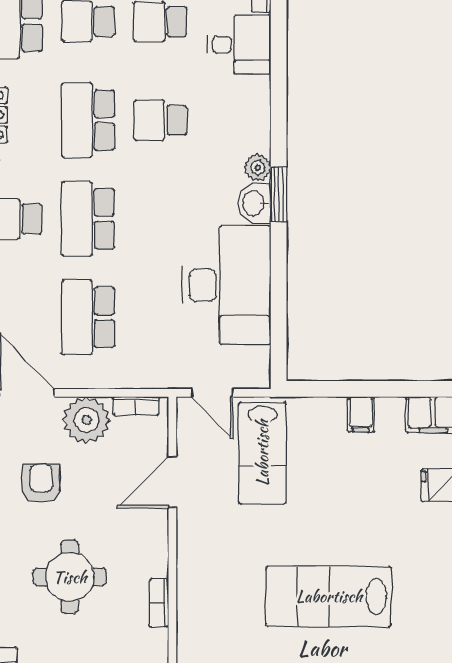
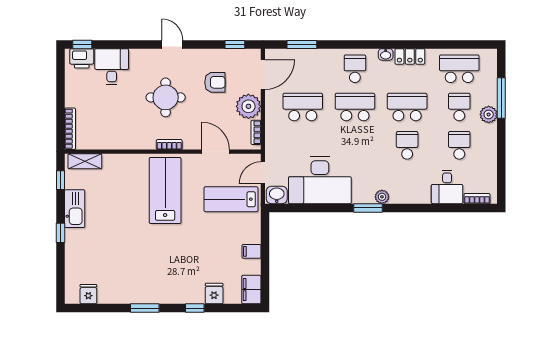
washbasin: (254, 203) -> (277, 195), moved
lab bench: (329, 596) -> (165, 190), moved
bookcase: (159, 603) -> (169, 145), moved

